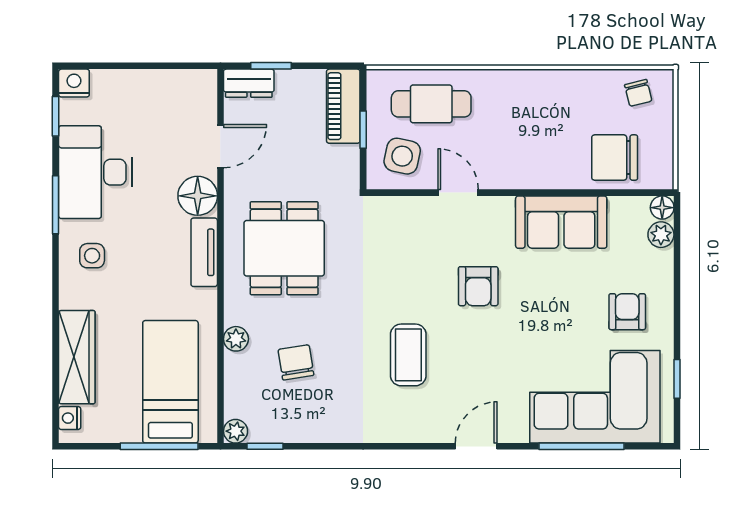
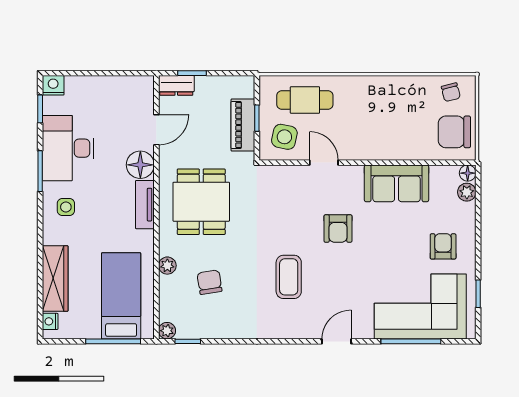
piano: (343, 106) -> (243, 125), moved
chair: (615, 158) -> (454, 132), moved

